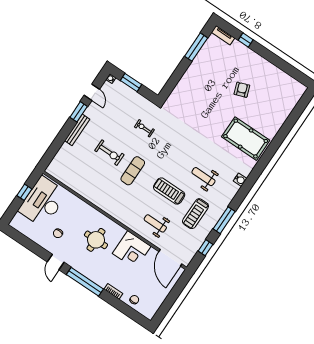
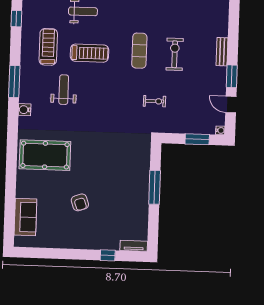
window: (196, 47) -> (155, 187), moved
sofa: (287, 103) -> (25, 217), added
bench: (77, 130) -> (222, 52), width x0.73
exercise bike: (109, 153) -> (175, 54), turned 90
weight bench: (203, 177) -> (64, 90), turned -90
window: (224, 220) -> (14, 82), moved

